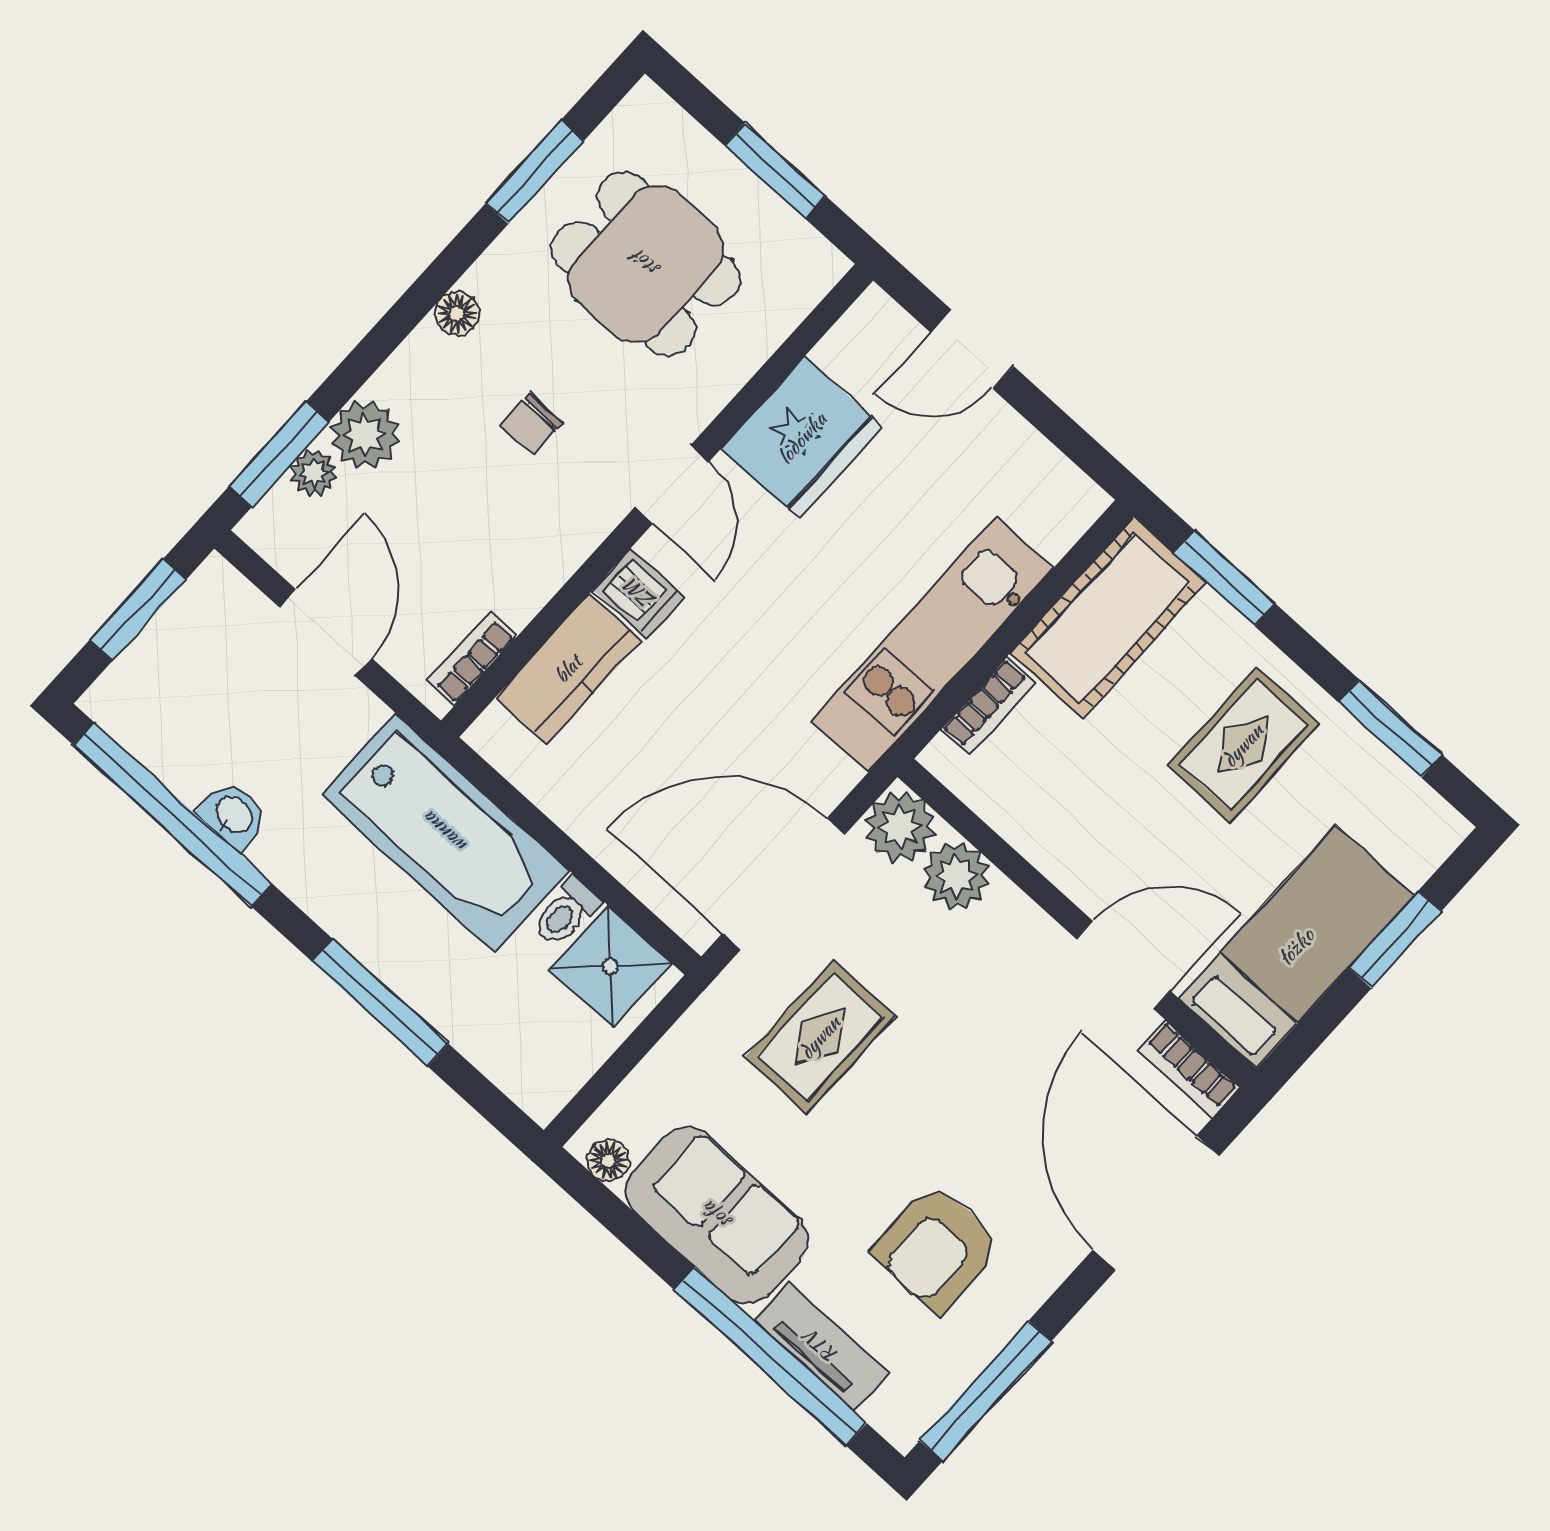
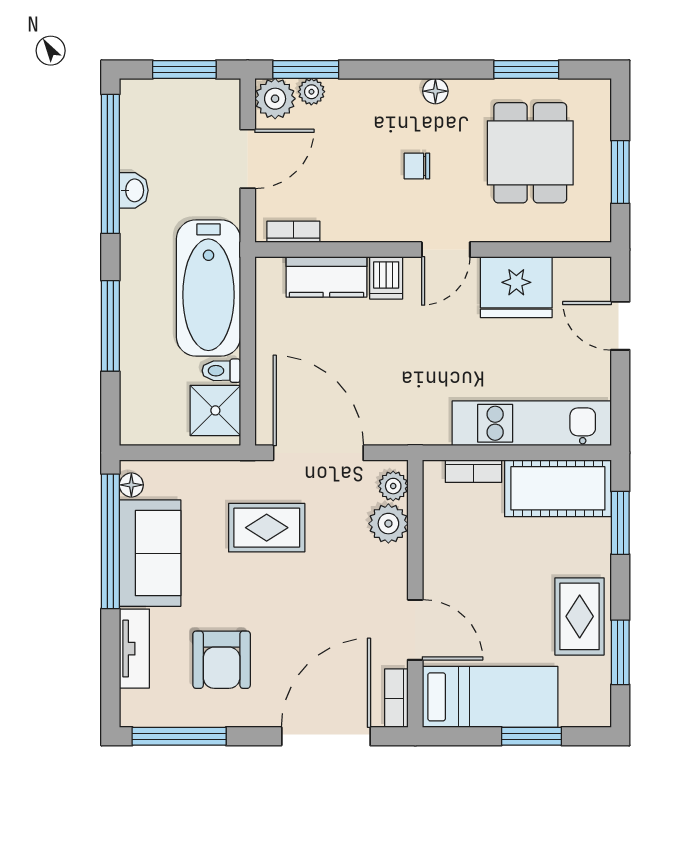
plant: (365, 434) -> (275, 99), moved
kitchen unit: (932, 644) -> (532, 423), moved
rug: (1243, 745) -> (580, 616), moved, turned 90
plant: (900, 827) -> (393, 486), width x0.73, depth x0.73
armchair: (937, 1248) -> (222, 660), turned -90
window: (771, 1356) -> (110, 541), moved

